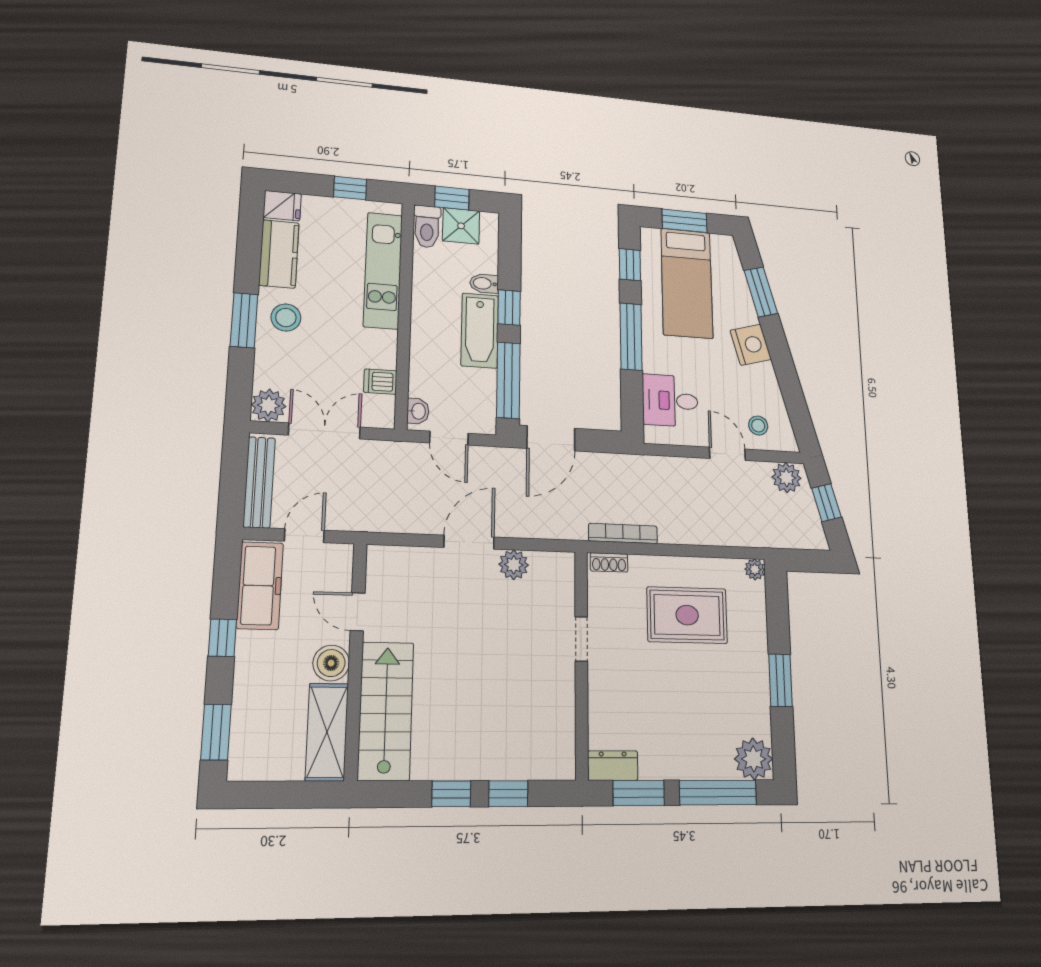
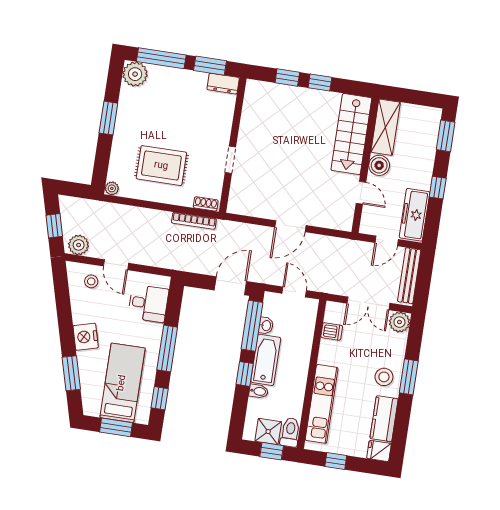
washbasin: (418, 411) -> (266, 326), moved, turned 180
plant: (514, 565) -> (265, 209), removed

